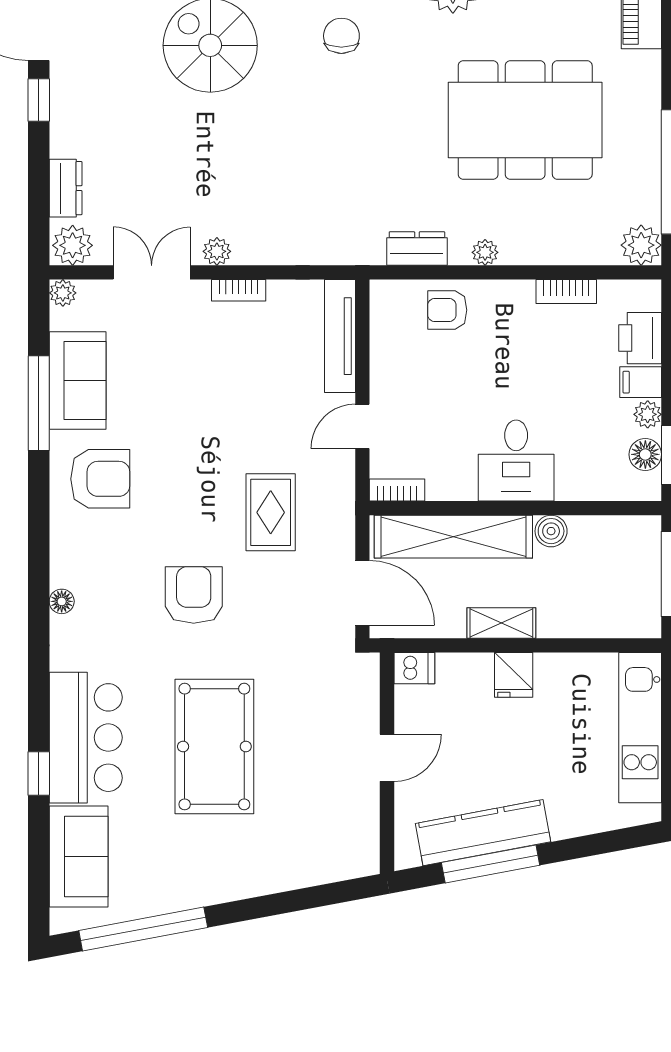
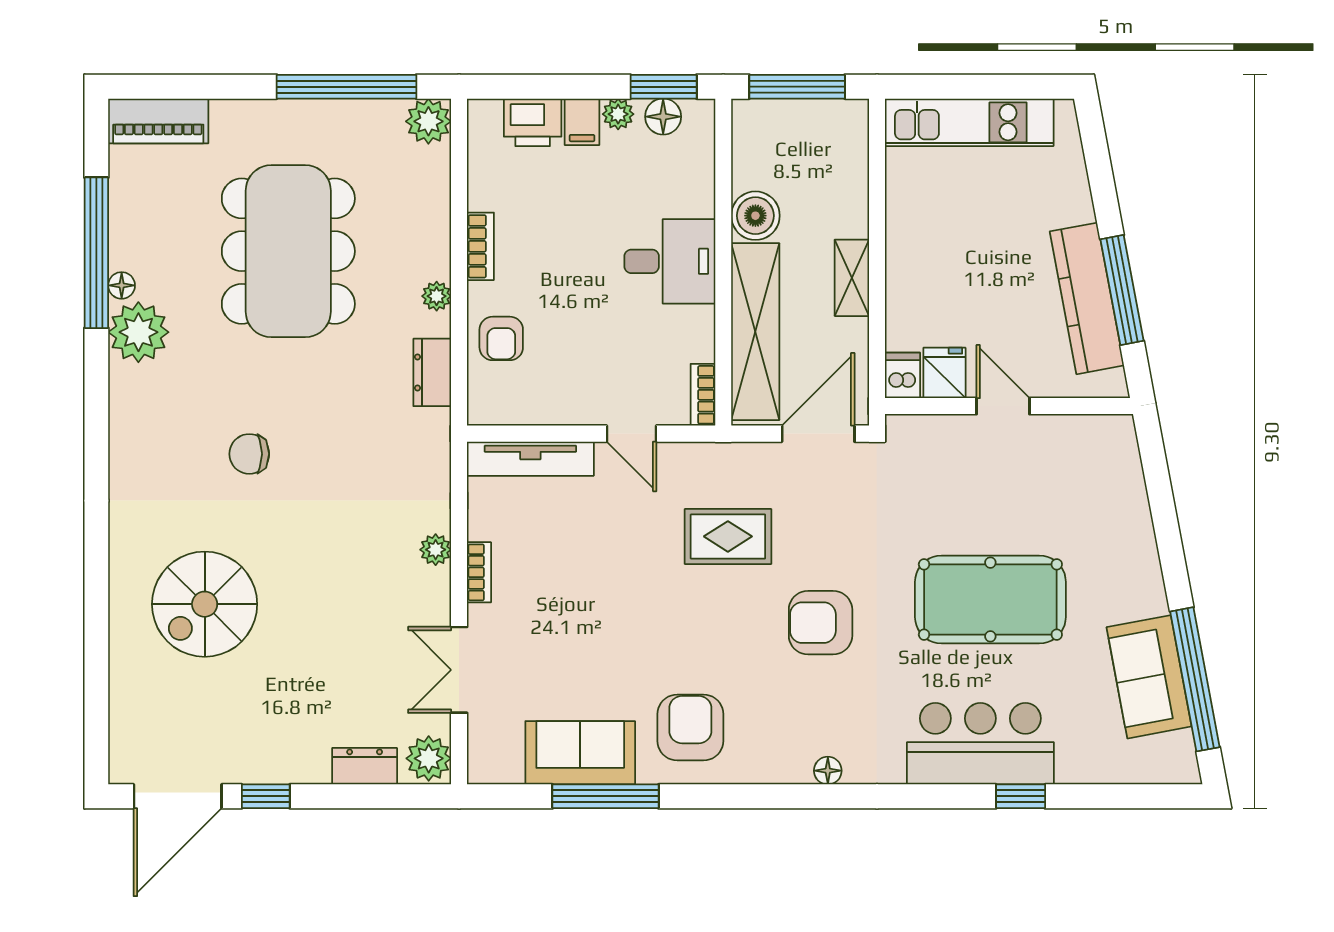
chair: (341, 36) -> (249, 454), moved
plant: (217, 251) -> (436, 550), moved
bookcase: (566, 292) -> (480, 246), moved
plant: (63, 293) -> (482, 769), removed
boiler: (551, 531) -> (755, 216), width x1.36, depth x1.36
fridge: (514, 675) -> (944, 373), moved, turned -90
sofa: (79, 856) -> (1149, 677), moved, turned -101

